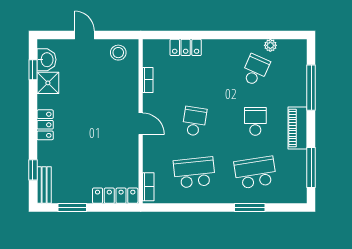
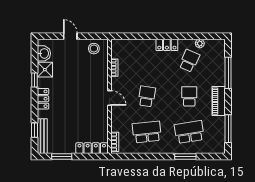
locker: (186, 47) -> (167, 45), moved
window: (33, 70) -> (34, 80), moved
bench: (44, 185) -> (42, 136), width x1.36

